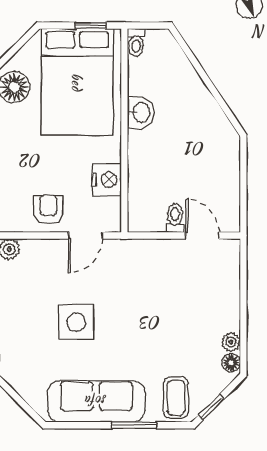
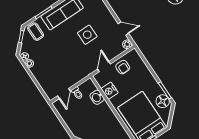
washbasin: (141, 113) -> (97, 97), moved
door: (202, 235) -> (64, 93), hinge flipped

